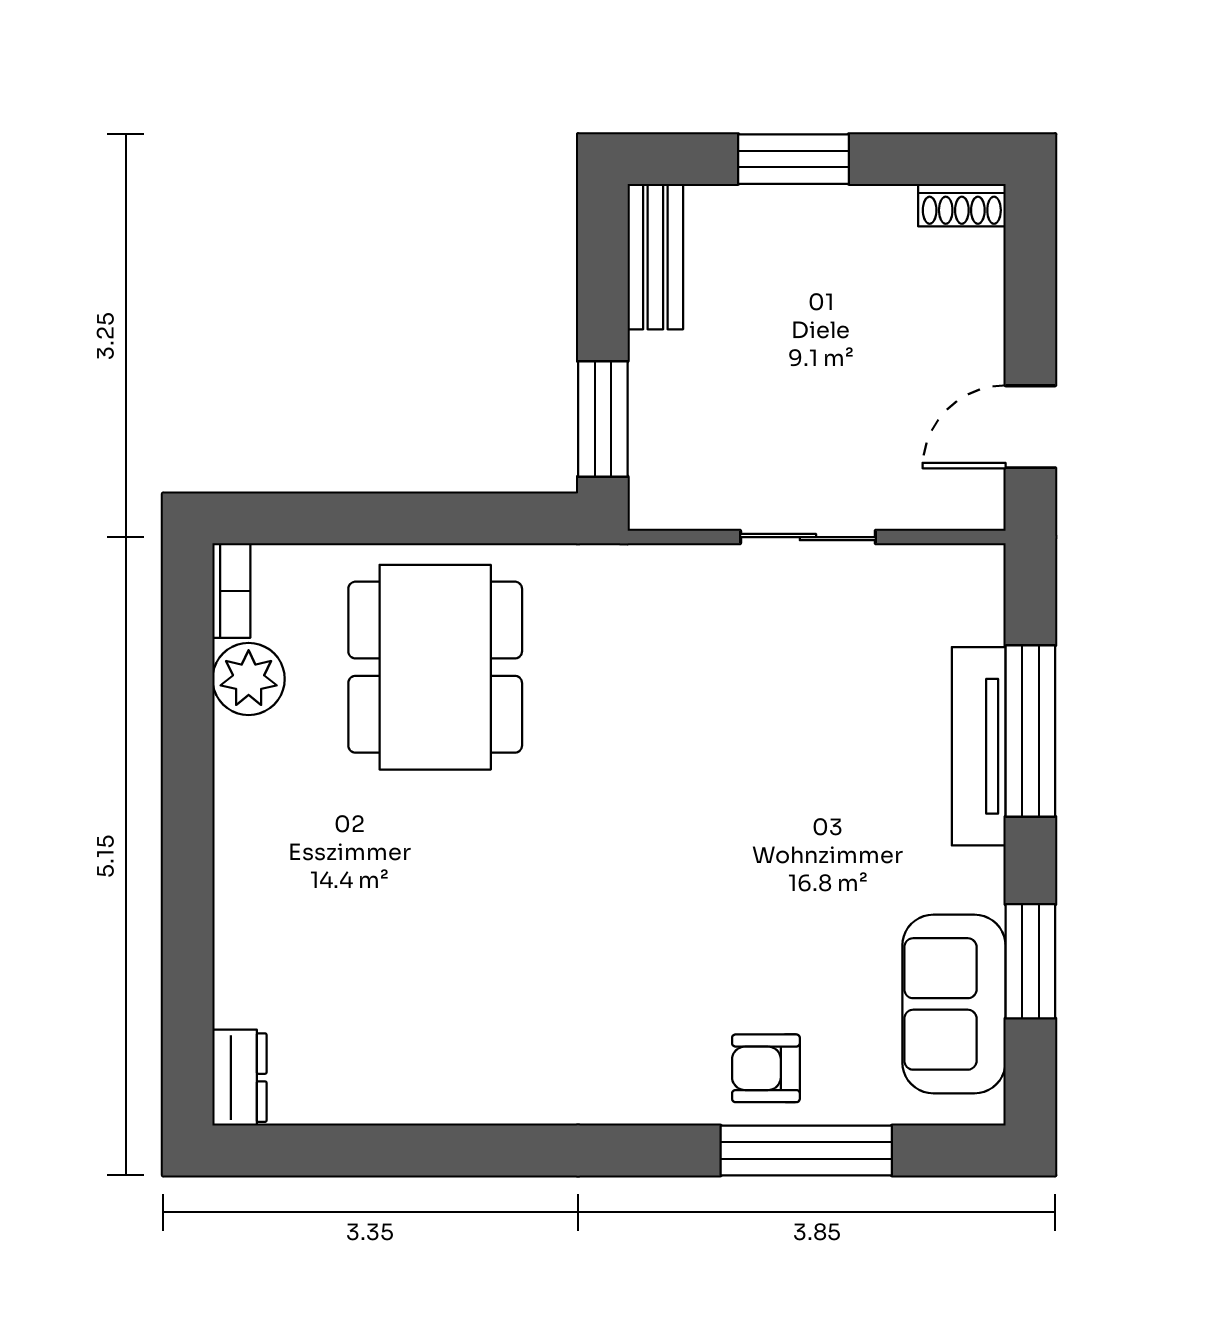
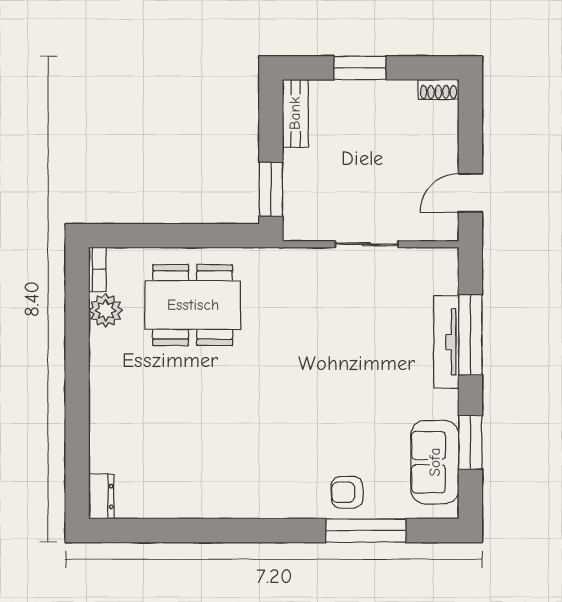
dining table: (435, 667) -> (193, 305), turned 90

